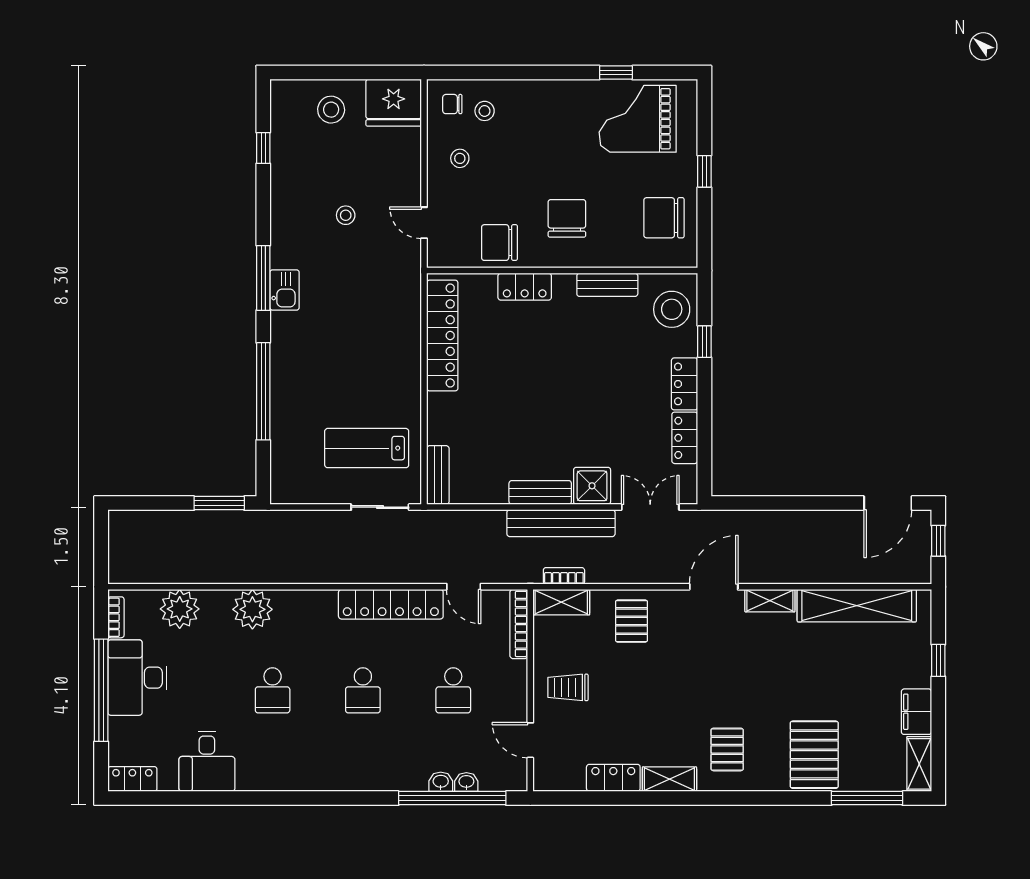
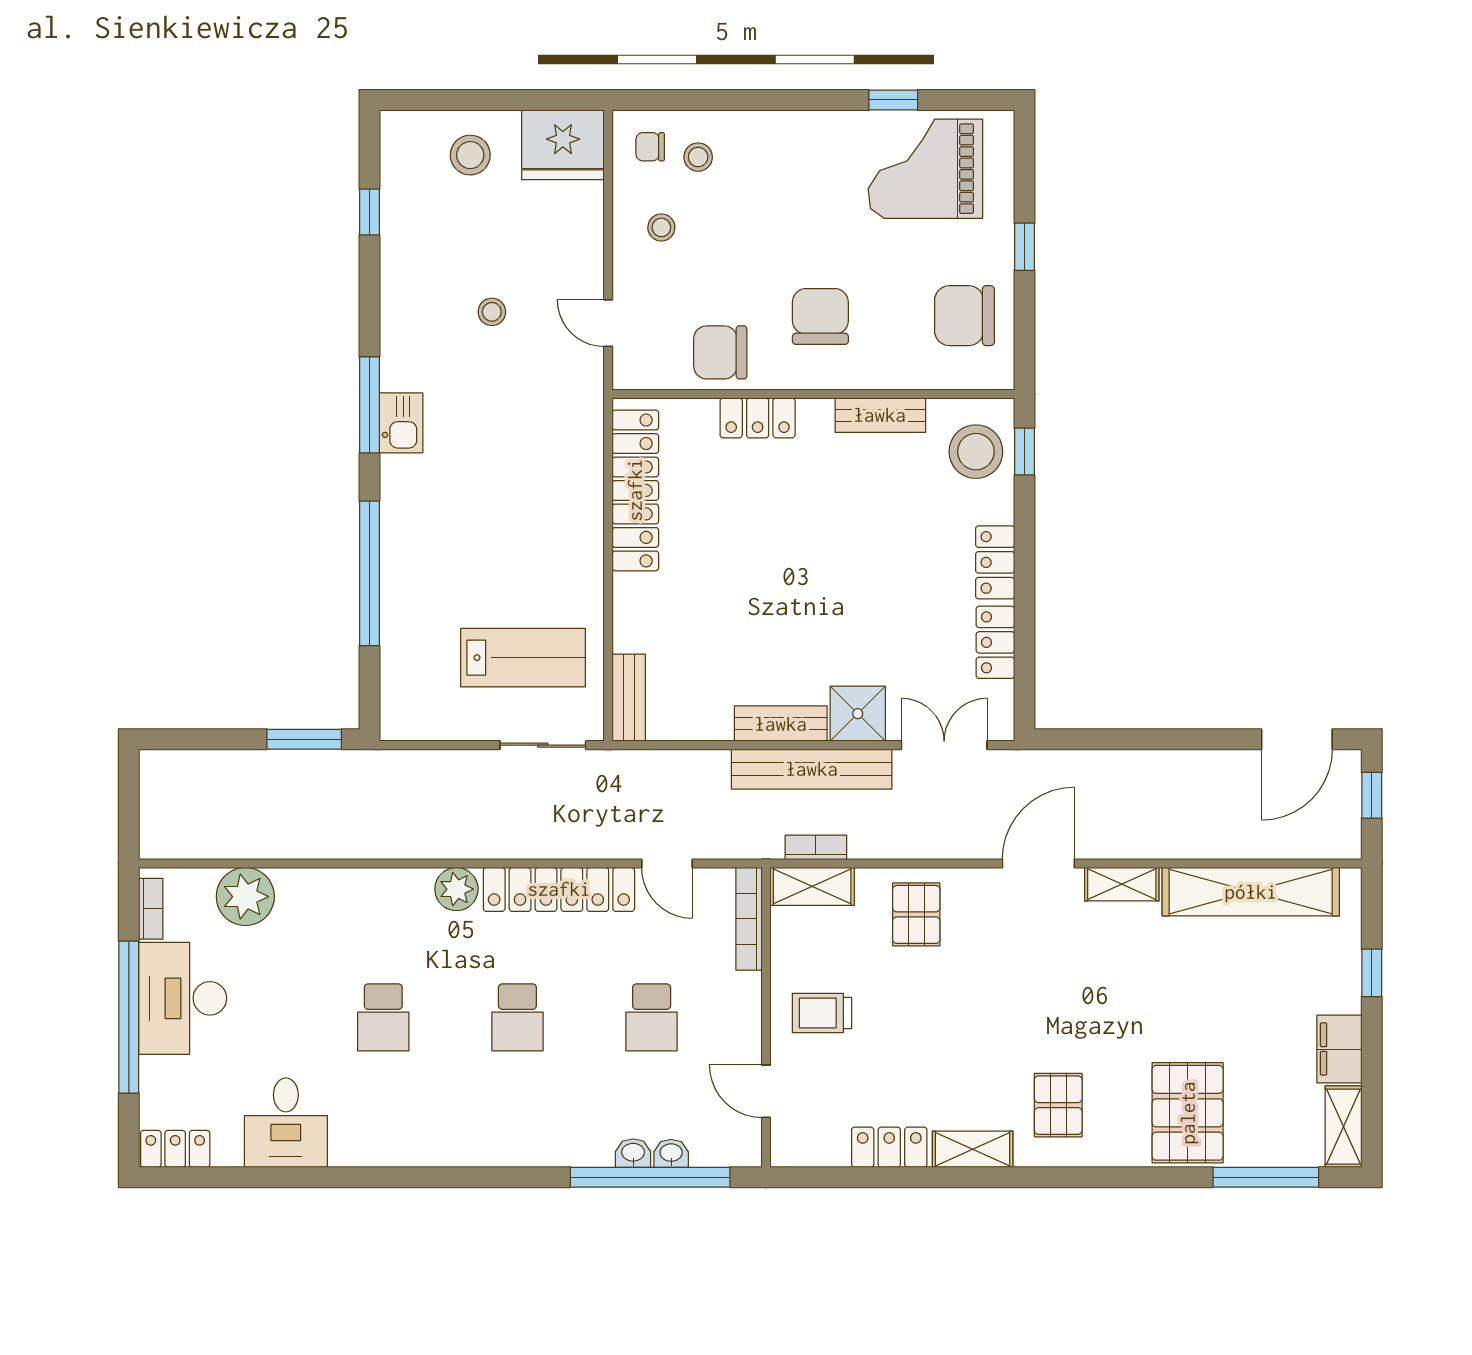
window: (704, 342) -> (1024, 452), moved
lab bench: (367, 448) -> (523, 658), turned 180
plant: (252, 609) -> (456, 889), moved, width x0.73, depth x0.73

